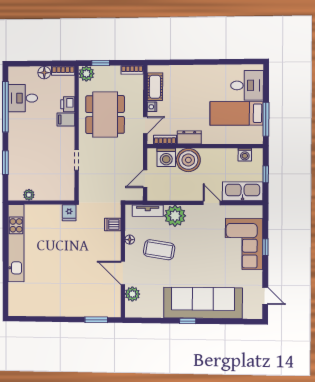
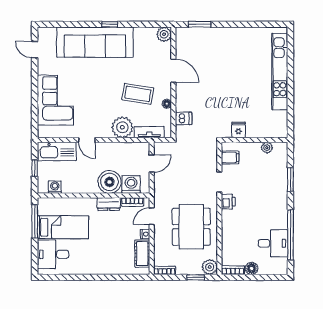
printer: (68, 104) -> (228, 202), moved
filing cabinet: (66, 120) -> (230, 157), moved
fridge: (69, 213) -> (239, 130), moved
kitchen unit: (16, 243) -> (280, 71), moved
window: (265, 247) -> (35, 97), removed
plant: (132, 294) -> (164, 34), moved

